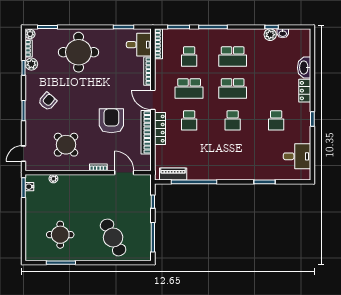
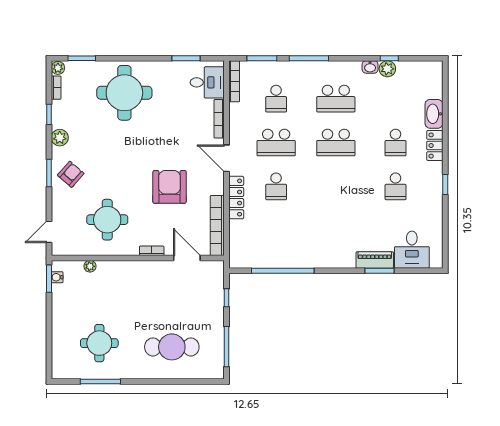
washbasin: (283, 33) -> (370, 67), moved
plant: (31, 64) -> (60, 138), moved
armchair: (47, 101) -> (71, 174), moved
school desk: (233, 120) -> (396, 143), moved
bookcase: (146, 132) -> (217, 225), moved
round table: (66, 145) -> (107, 220), turned 45
desk: (297, 156) -> (412, 250), moved, turned 90
piano: (173, 174) -> (375, 260), moved
cafe table: (113, 237) -> (172, 347), turned -64

